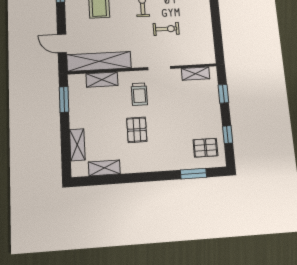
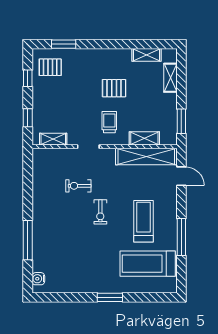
pallet: (137, 130) -> (114, 88), turned 90

